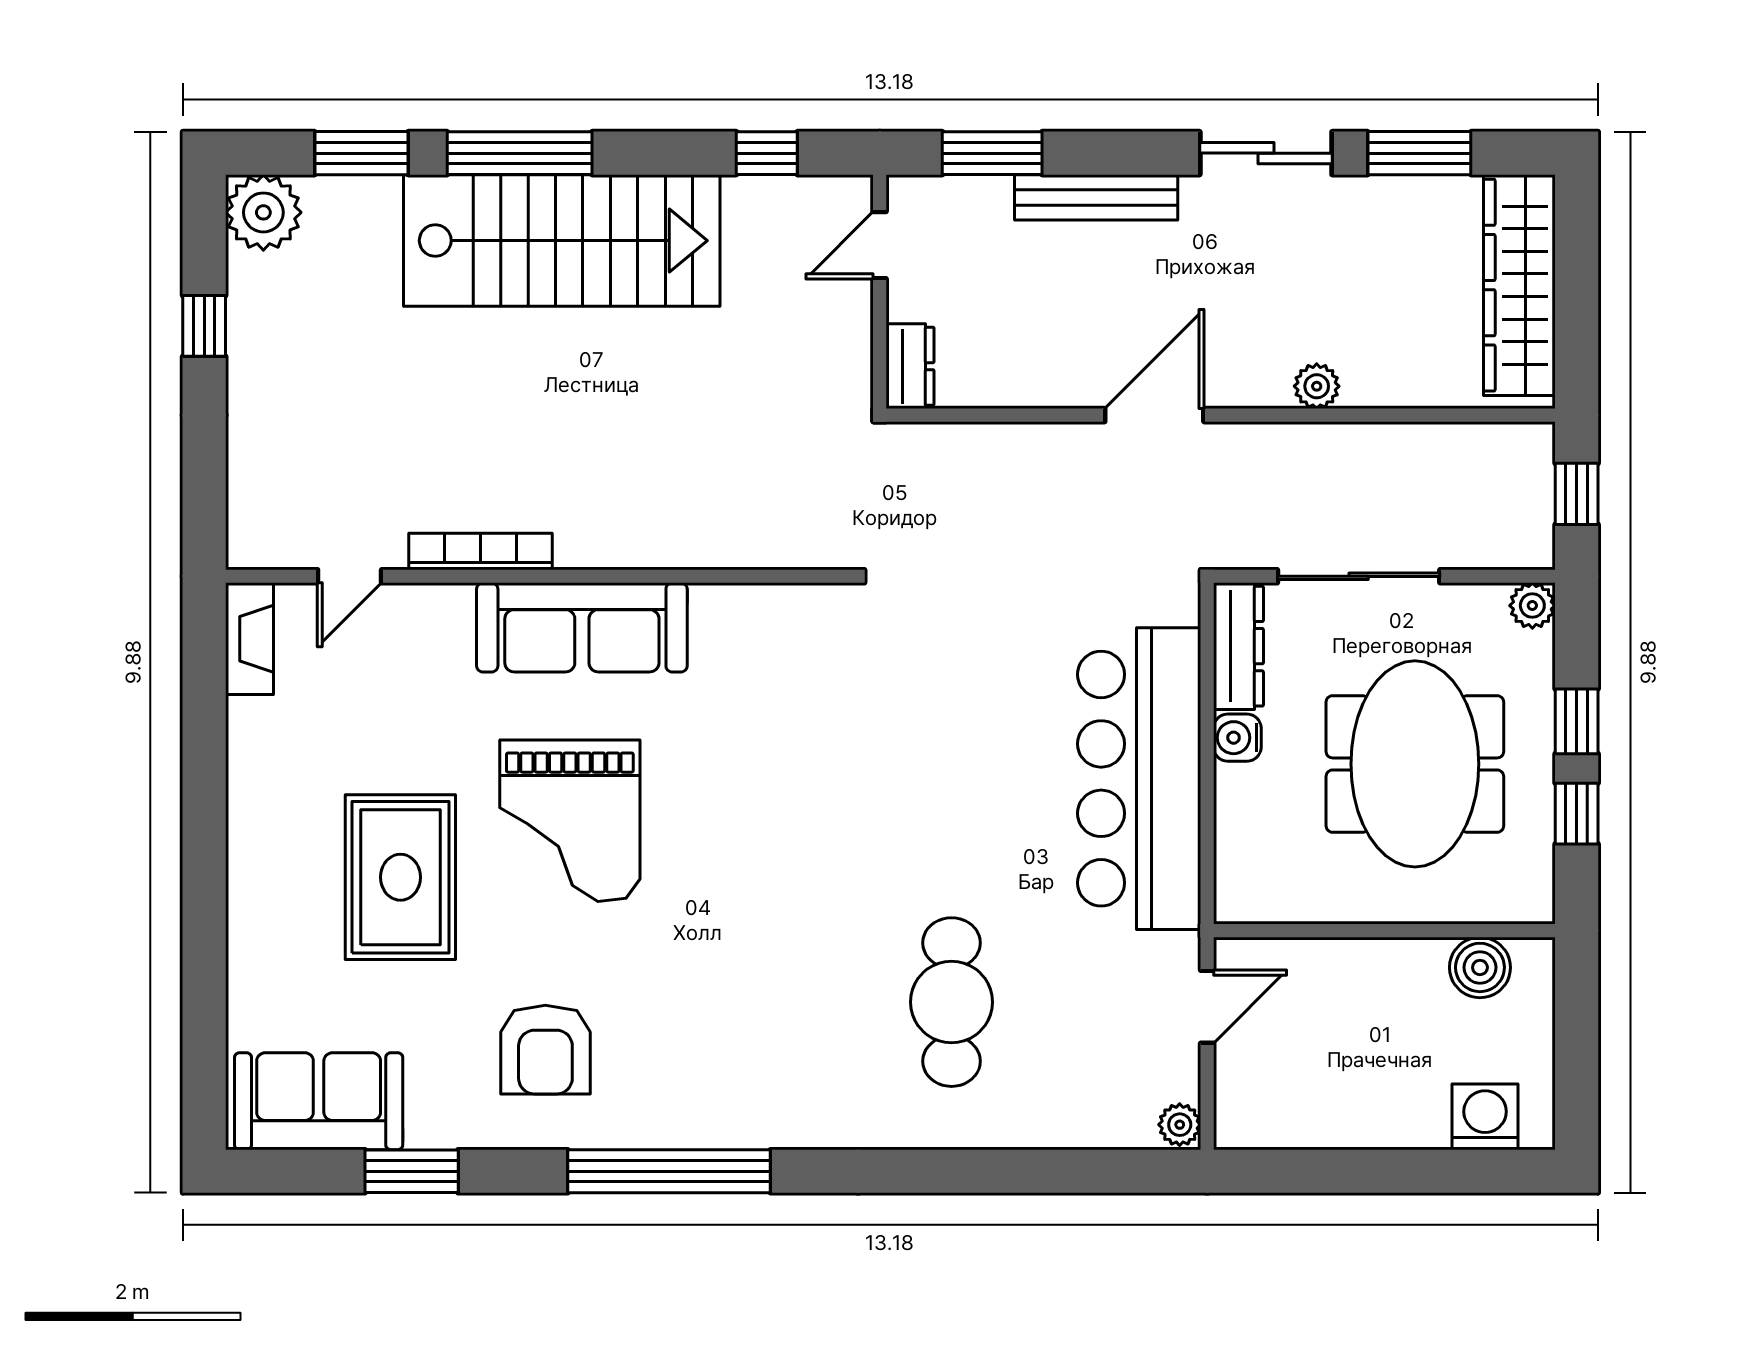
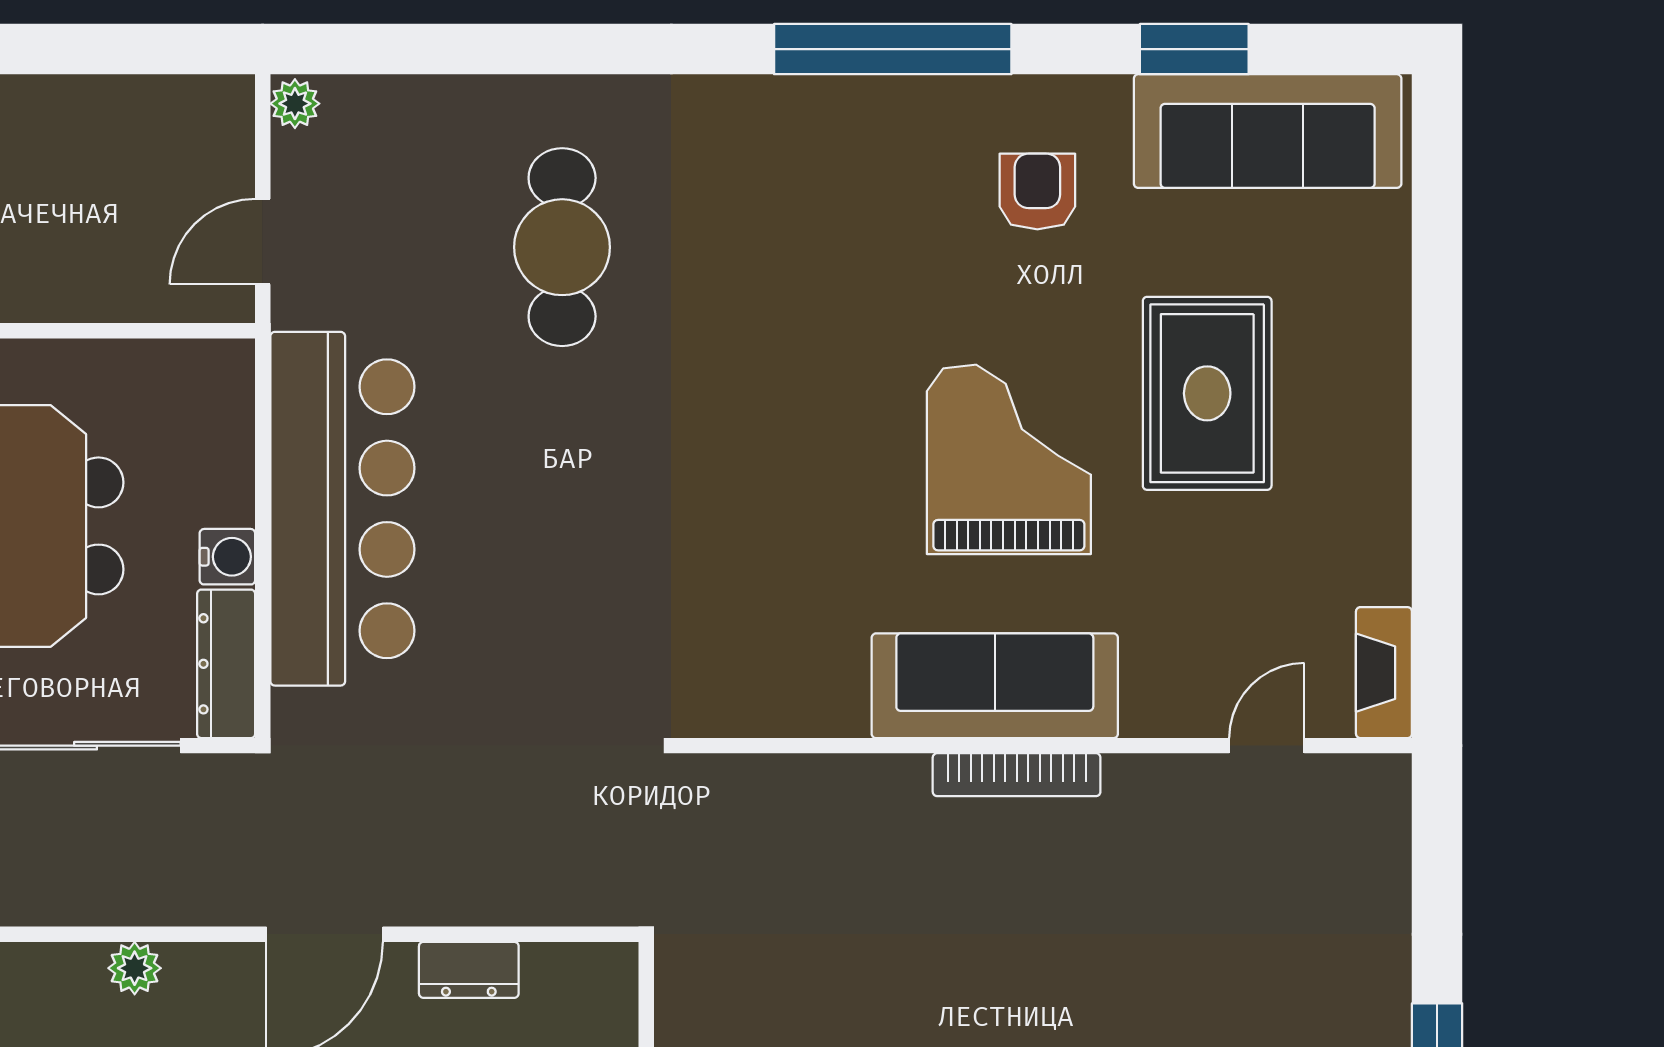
dresser: (910, 366) -> (469, 970), moved, turned -90
bookcase: (480, 551) -> (1017, 775), moved
armchair: (545, 1050) -> (1037, 191), width x0.72, depth x0.72
sofa: (319, 1101) -> (1268, 131), width x1.36

